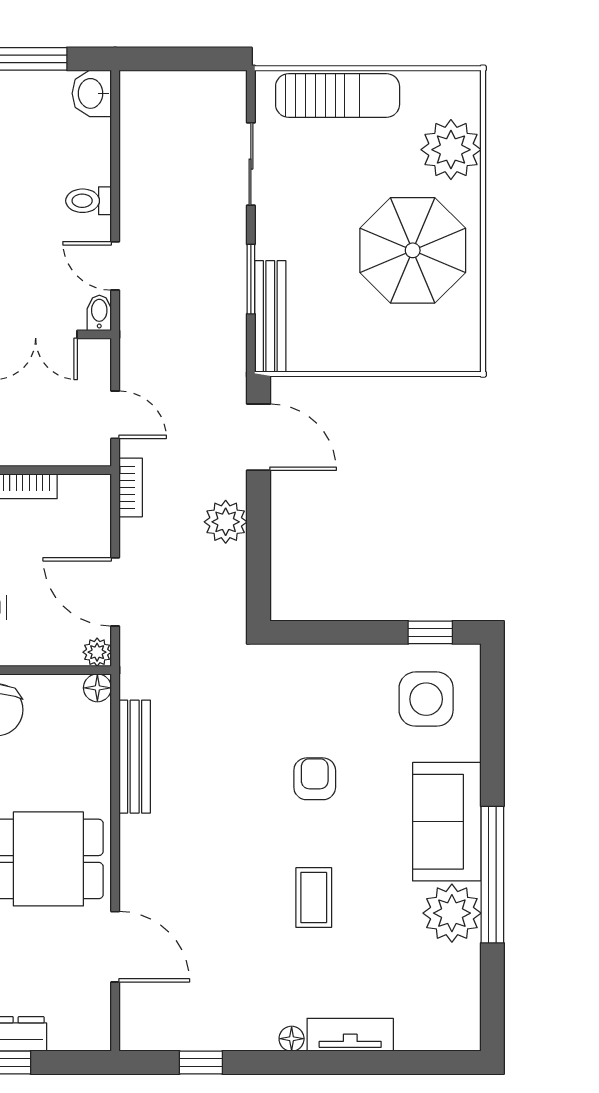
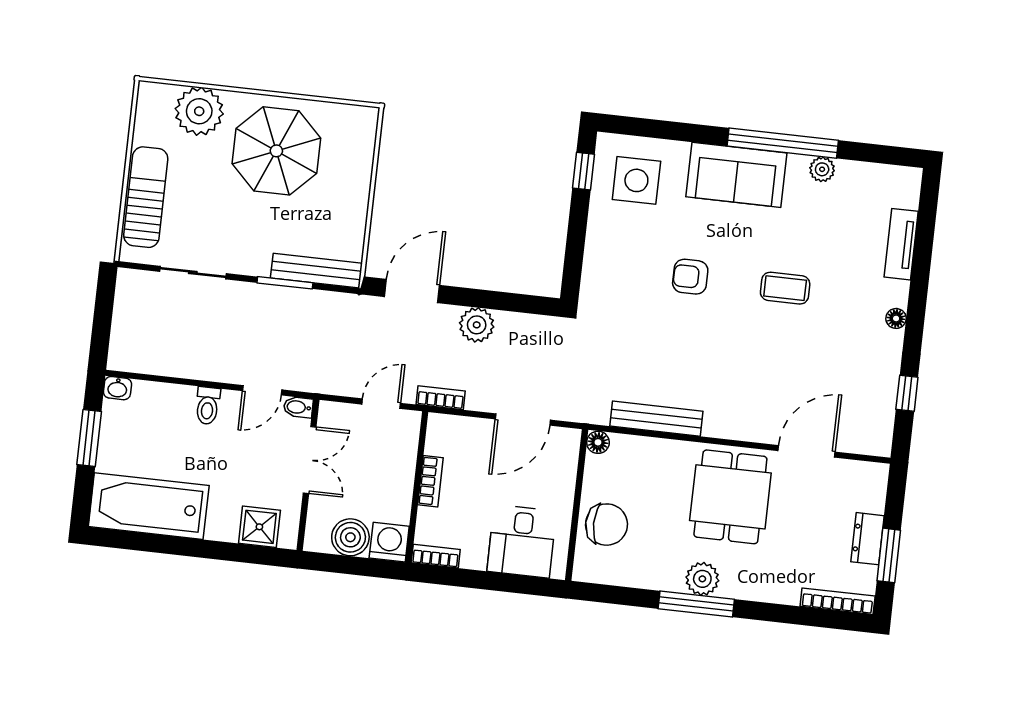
washbasin: (92, 93) -> (117, 388), width x0.72, depth x0.69
plant: (97, 652) -> (569, 439), removed
plant: (452, 913) -> (822, 169), width x0.53, depth x0.53
tv unit: (350, 1035) -> (901, 244), moved

